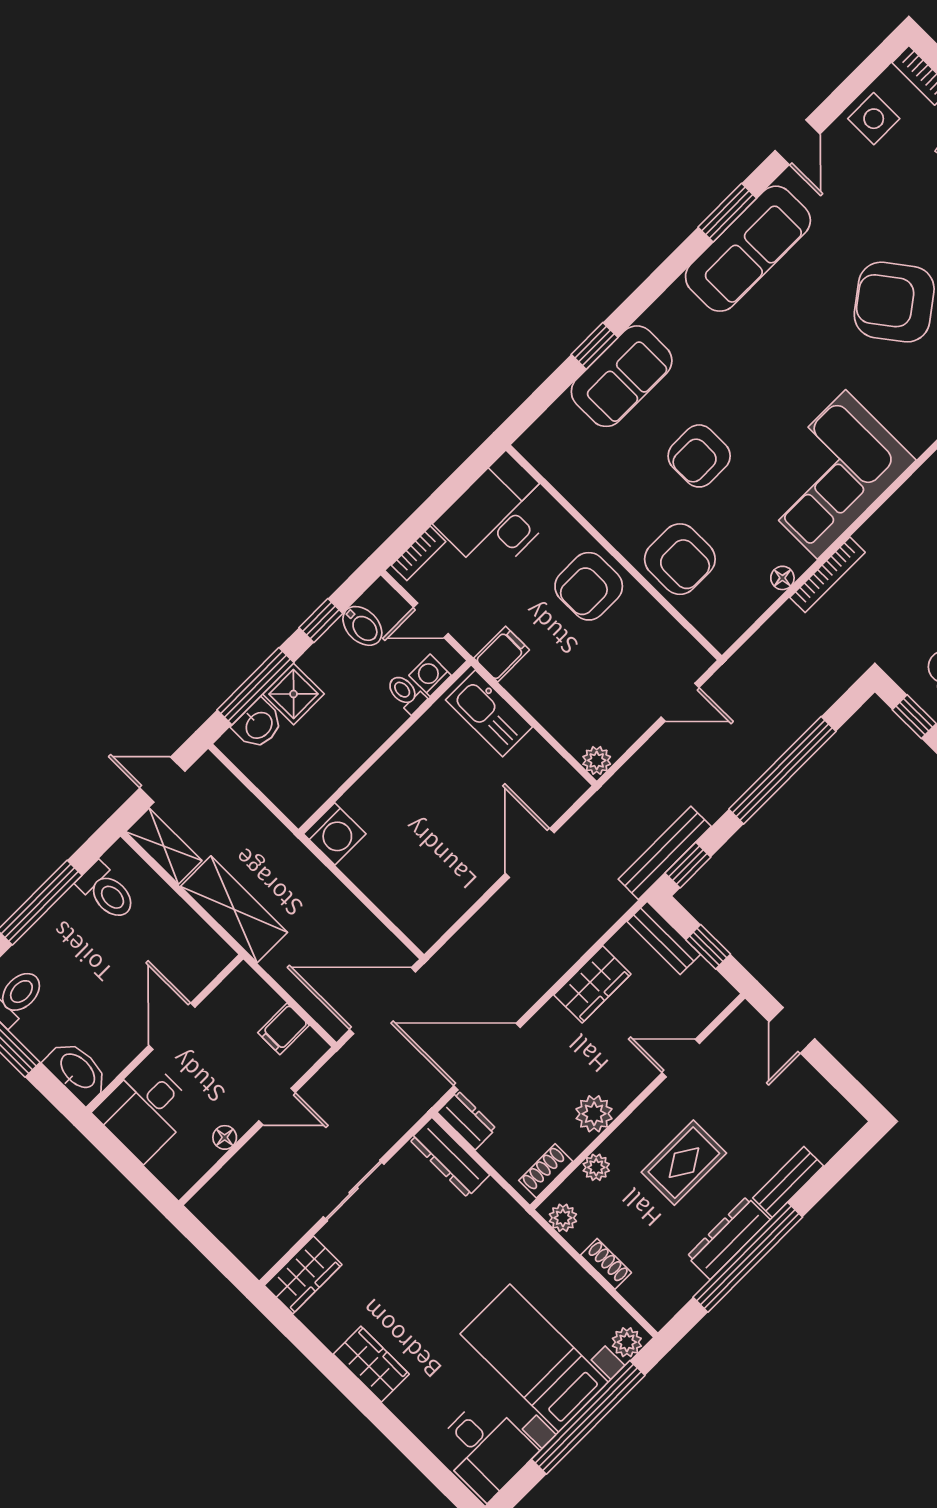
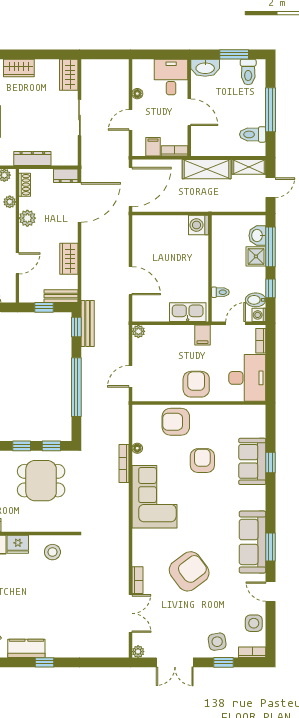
washing machine: (430, 675) -> (259, 315), moved, turned 180
bookcase: (256, 989) -> (175, 151), added
dresser: (450, 1157) -> (32, 159), moved

